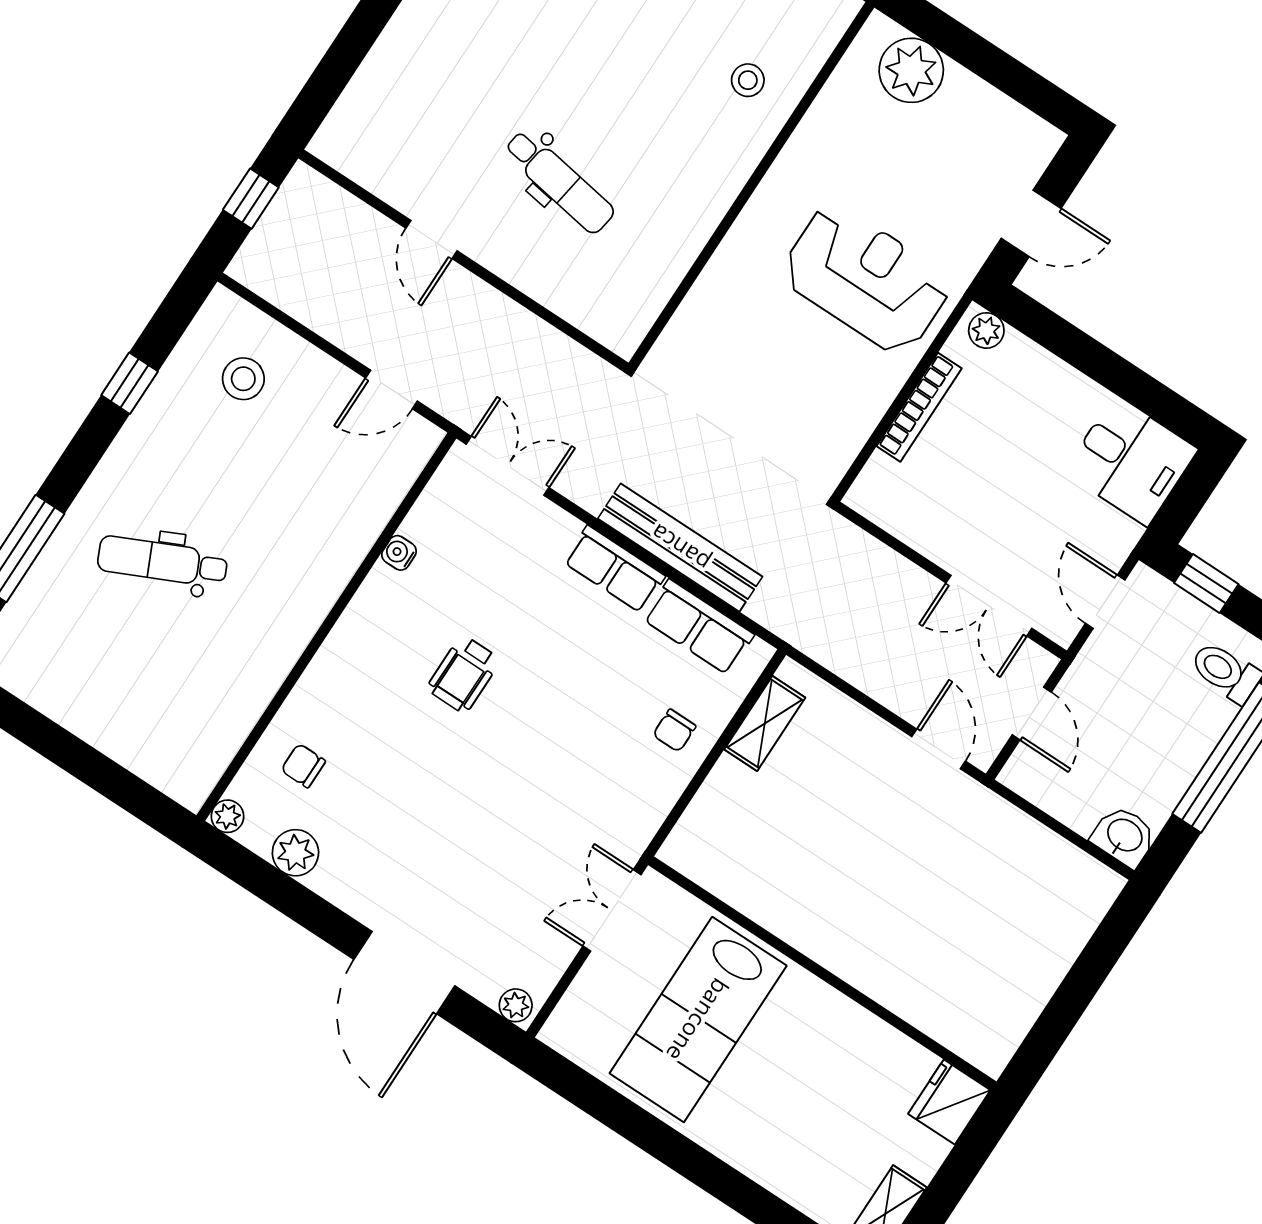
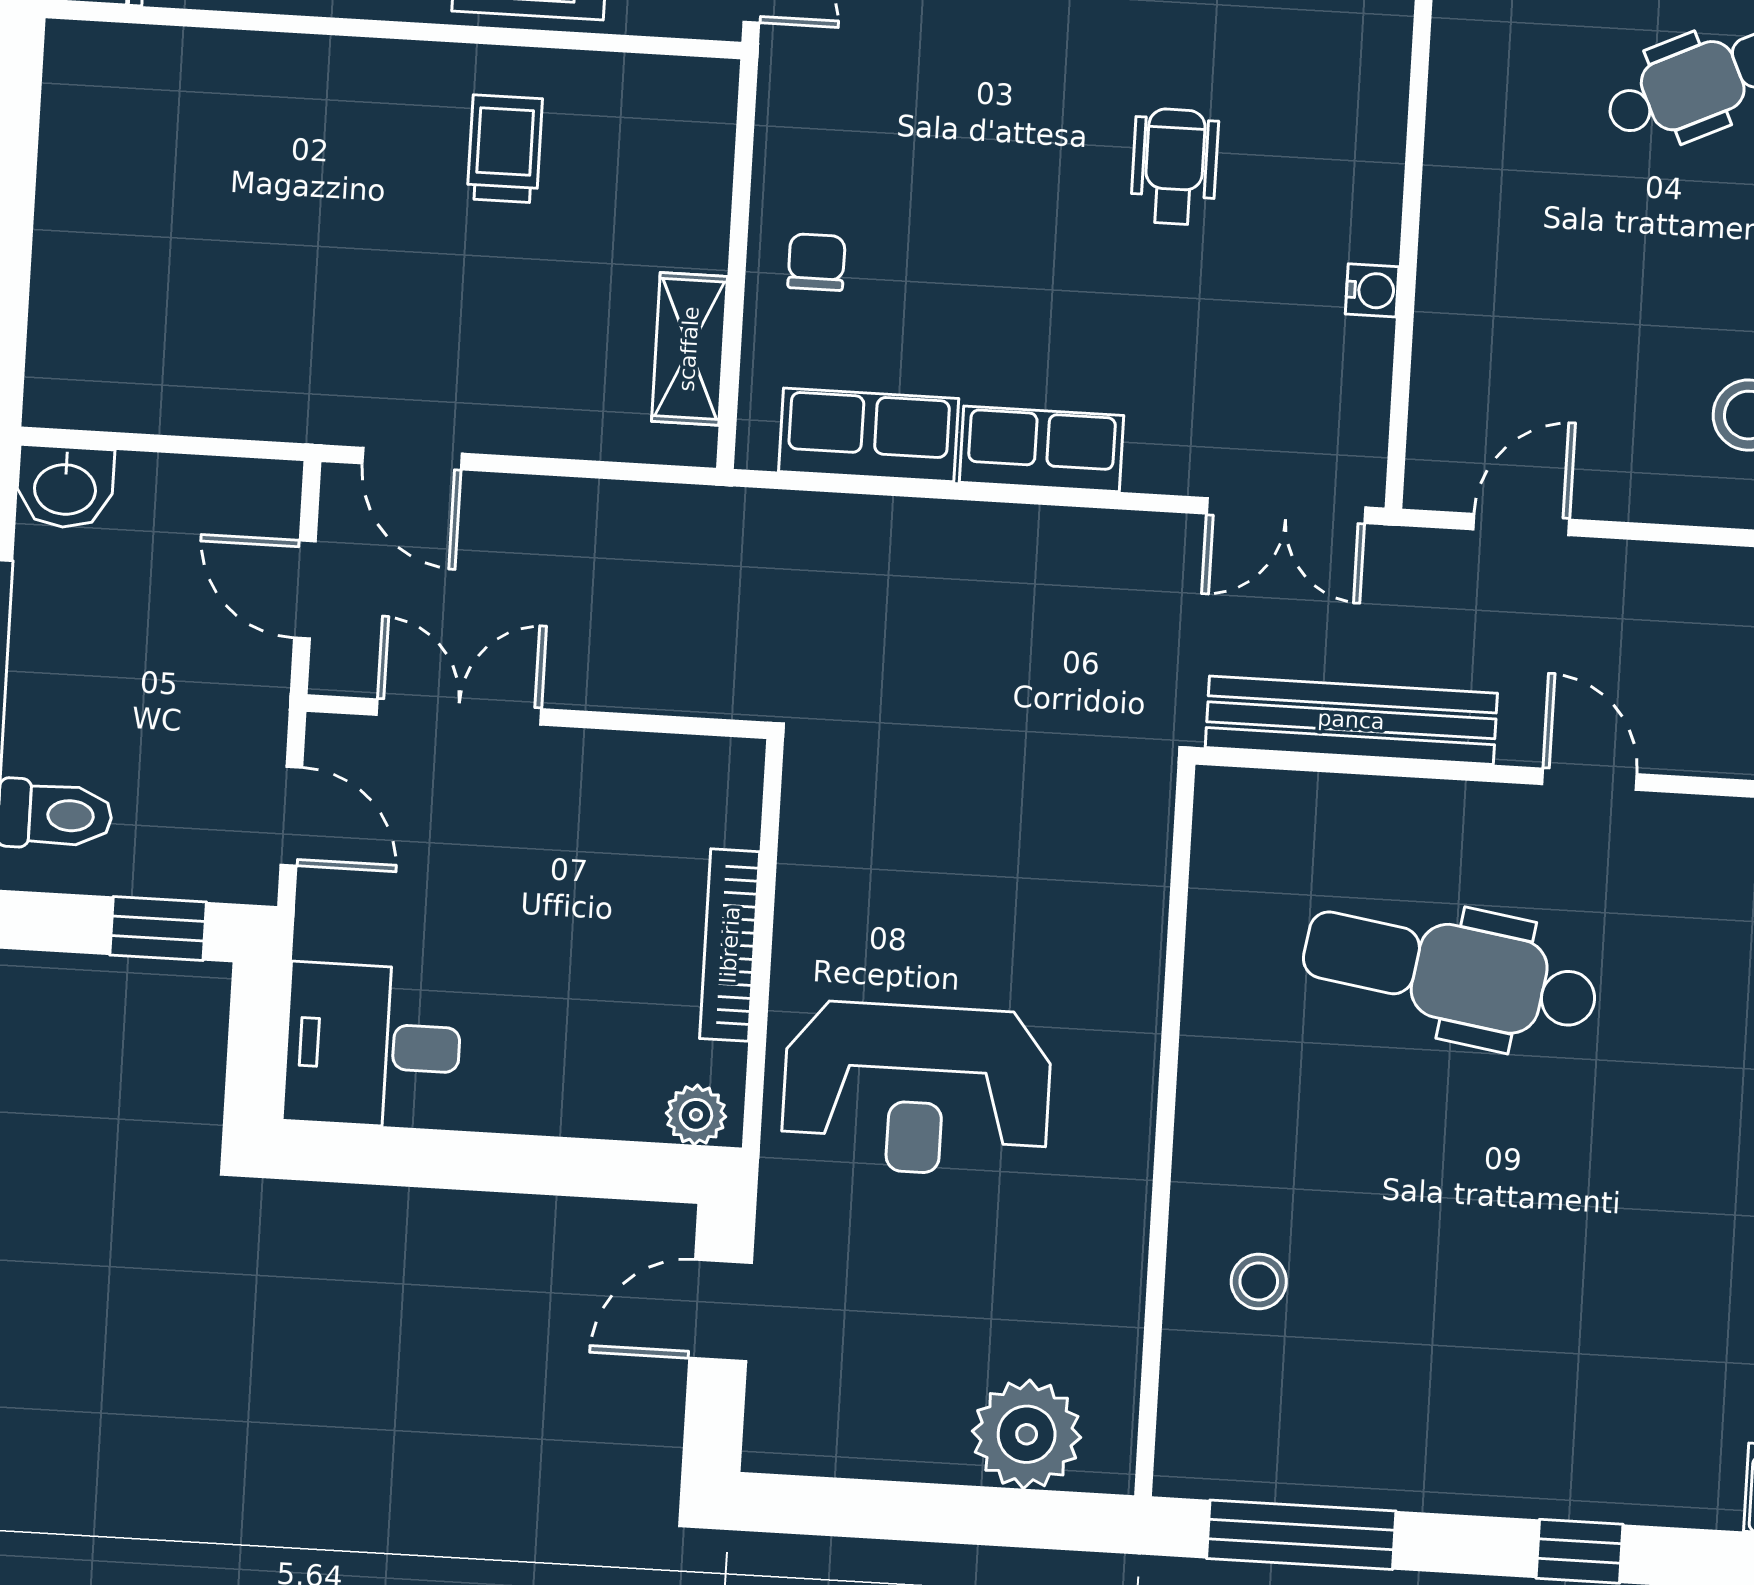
dental chair: (559, 182) -> (1450, 972), width x1.36, depth x1.38
bench: (680, 548) -> (1351, 720), moved
trolley: (800, 880) -> (505, 149), added

